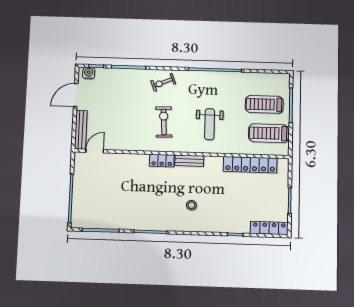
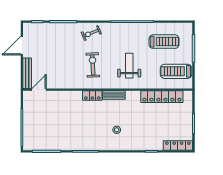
water cooler: (89, 73) -> (31, 27), removed
treadmill: (264, 104) -> (164, 42), moved, turned 180
weight bench: (210, 124) -> (129, 66), turned 180

